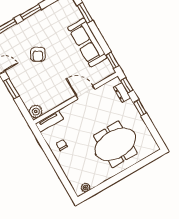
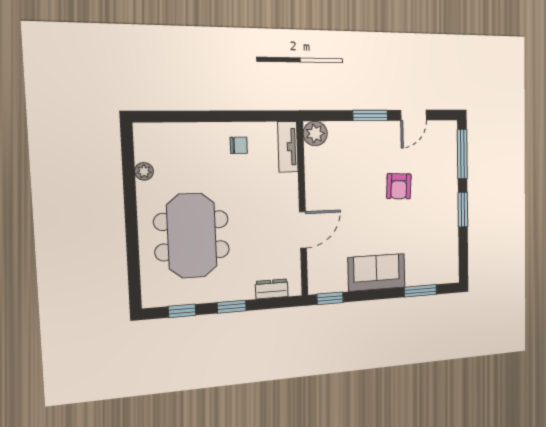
sofa: (87, 42) -> (377, 272), width x0.73
armchair: (38, 54) -> (399, 186), turned -117
window: (127, 85) -> (182, 311), moved
plant: (86, 188) -> (144, 171), moved

